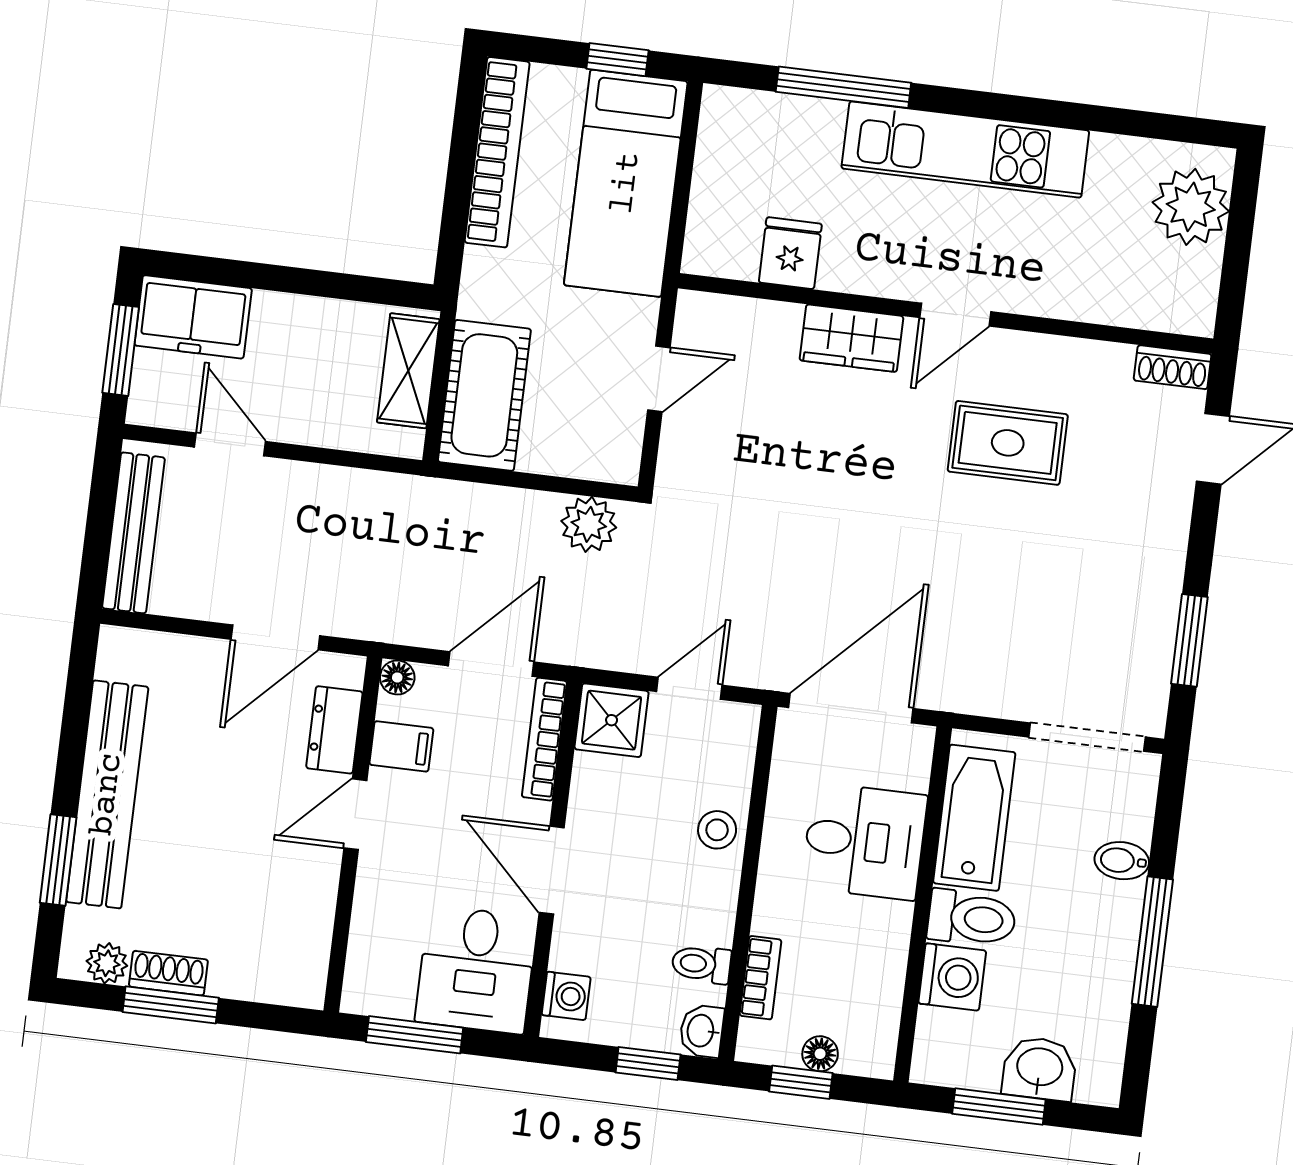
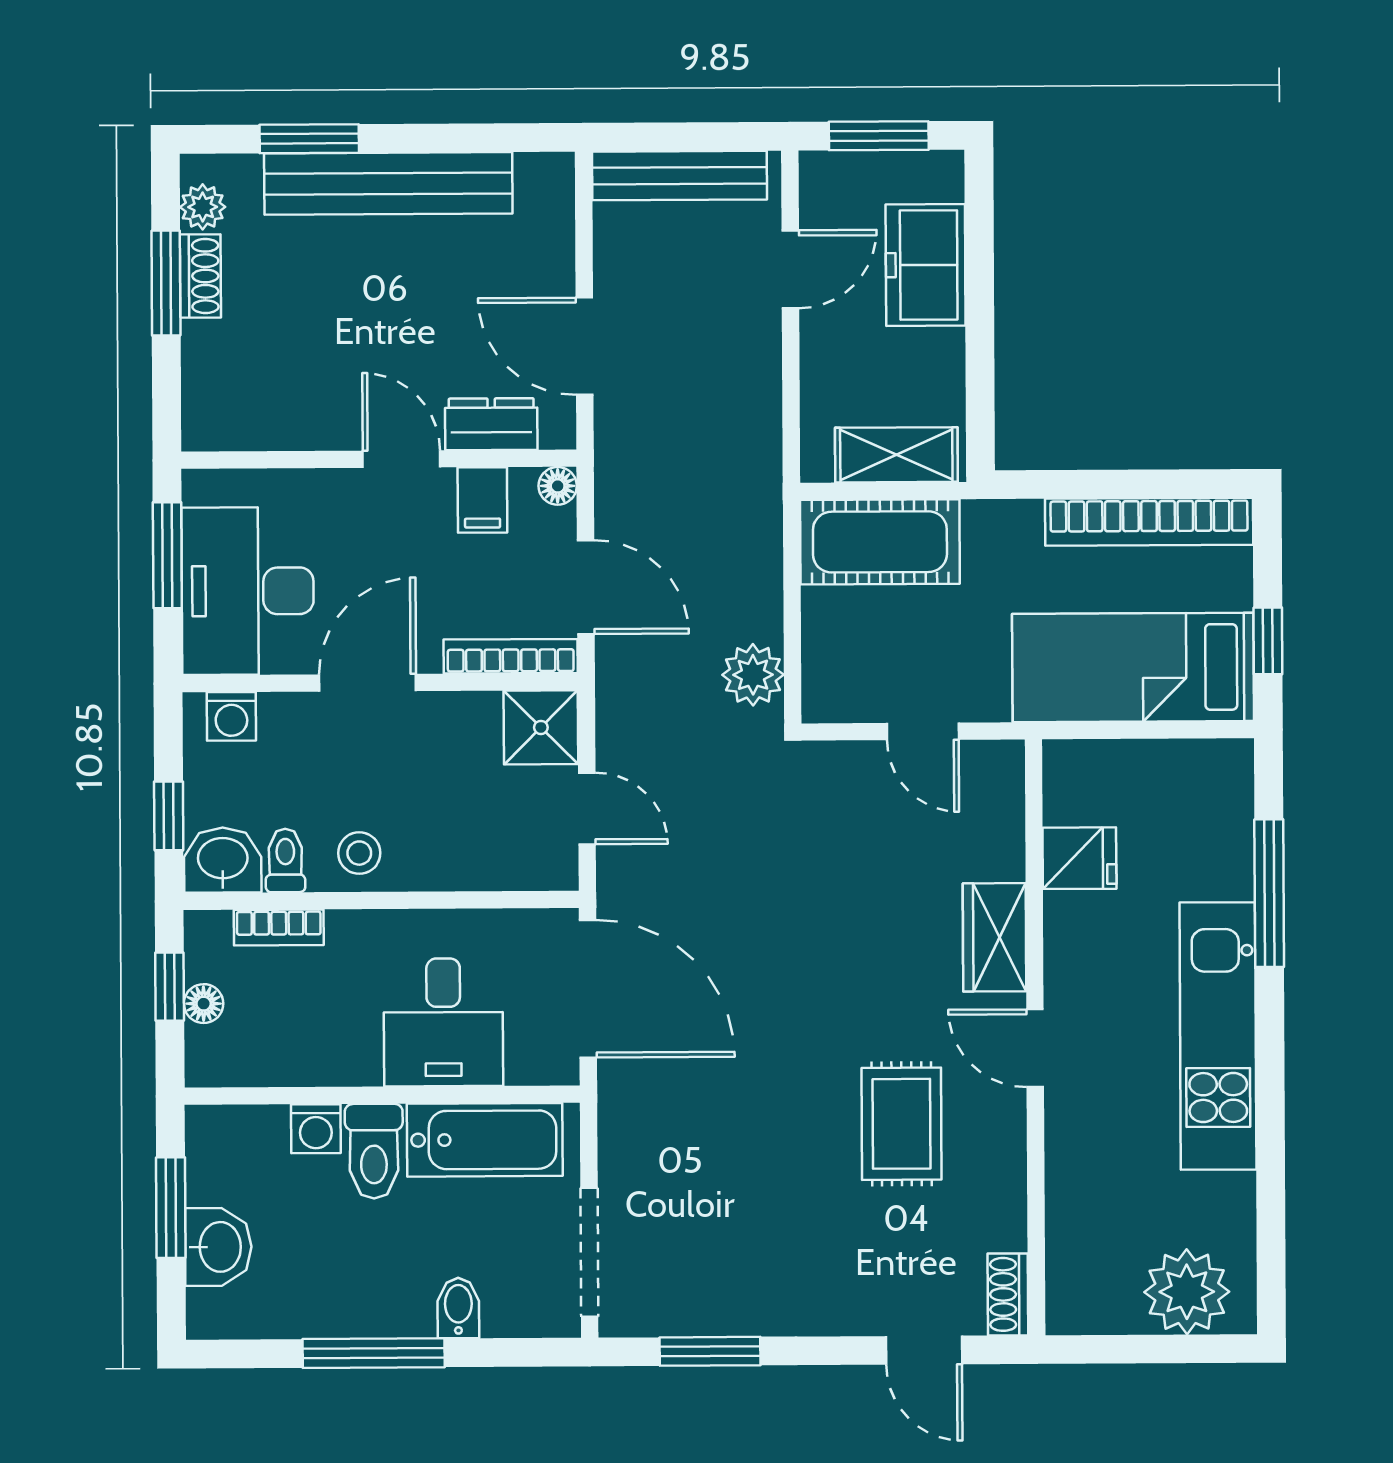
freezer: (193, 317) -> (926, 265), moved
stool: (717, 830) -> (359, 853), moved
desk: (476, 970) -> (248, 591), width x1.37
washing machine: (952, 977) -> (316, 1129), width x0.73, depth x0.73
washbasin: (702, 1031) -> (223, 860), width x1.38, depth x1.45

